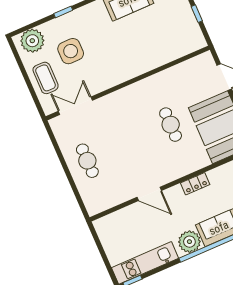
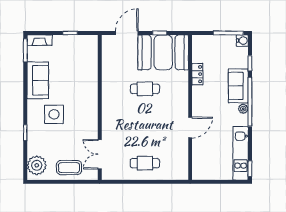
side table: (71, 51) -> (54, 114), moved
locker: (195, 184) -> (197, 74), moved
plant: (189, 242) -> (243, 109), width x0.53, depth x0.53

